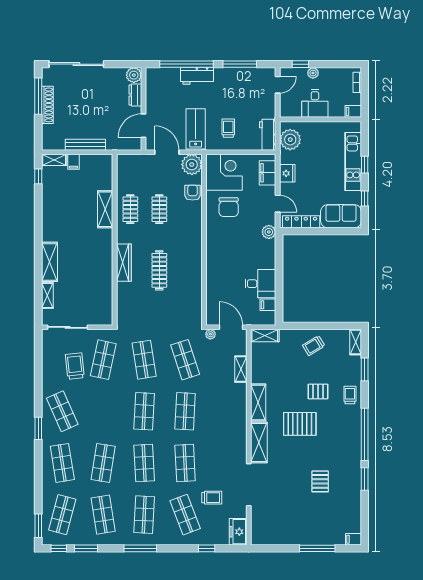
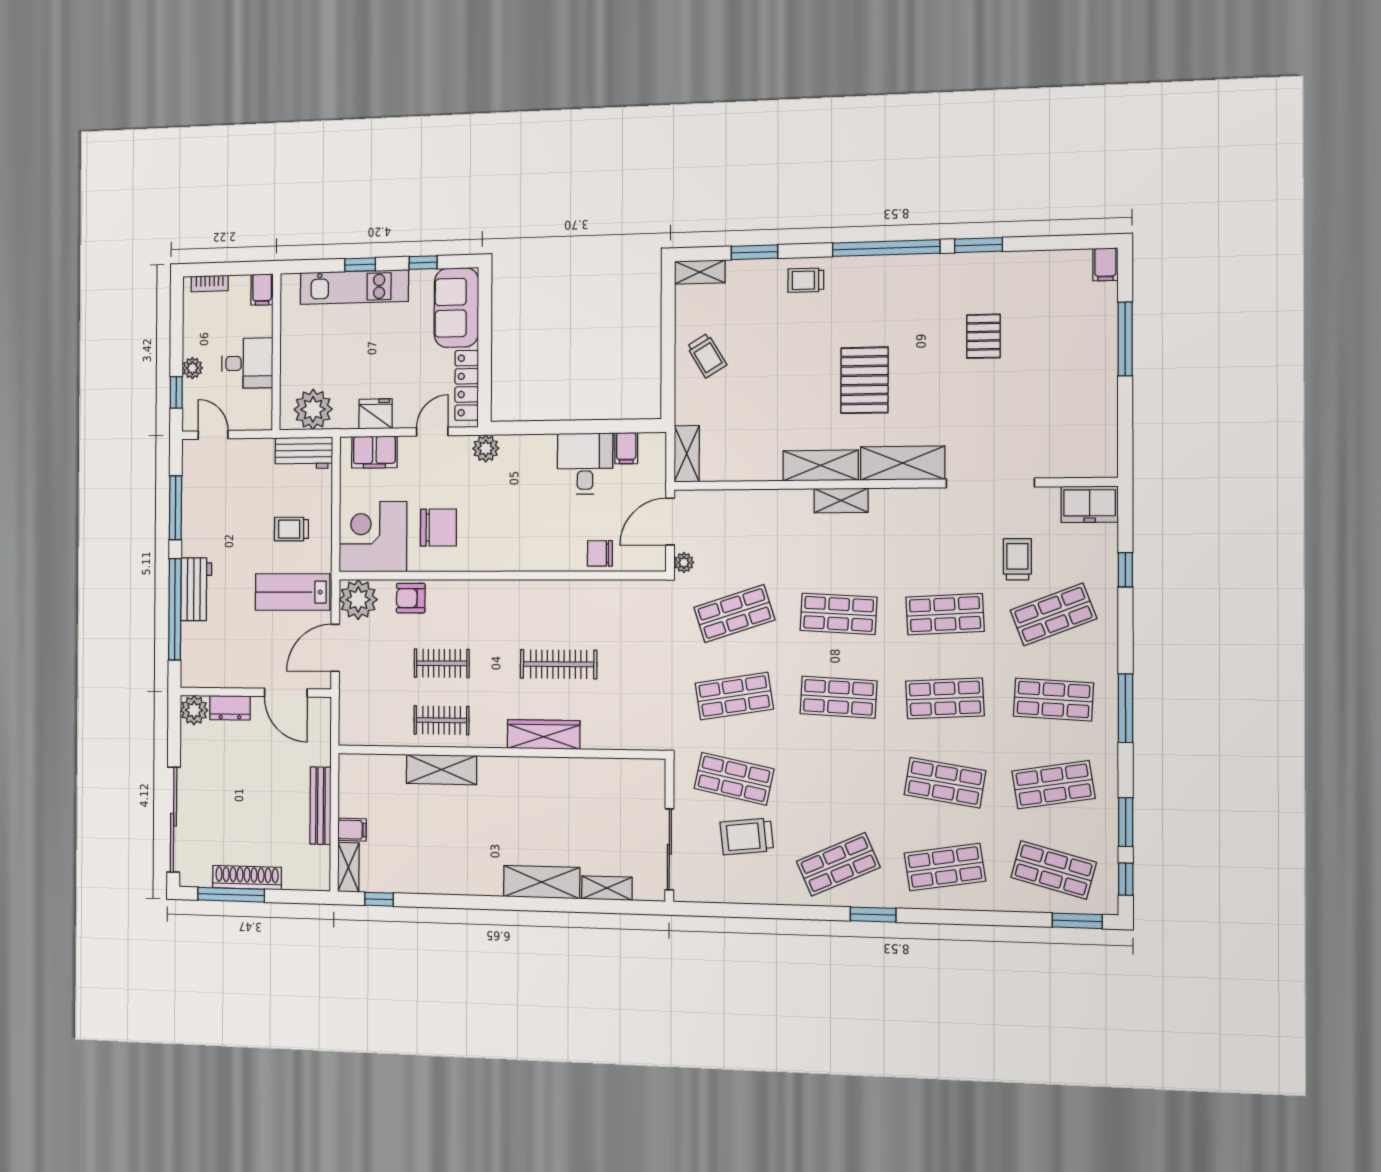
chair: (215, 291) -> (600, 553), added
shelving: (241, 369) -> (841, 500), moved
pallet: (318, 391) -> (799, 345), removed
pallet: (320, 481) -> (983, 336), turned 90

